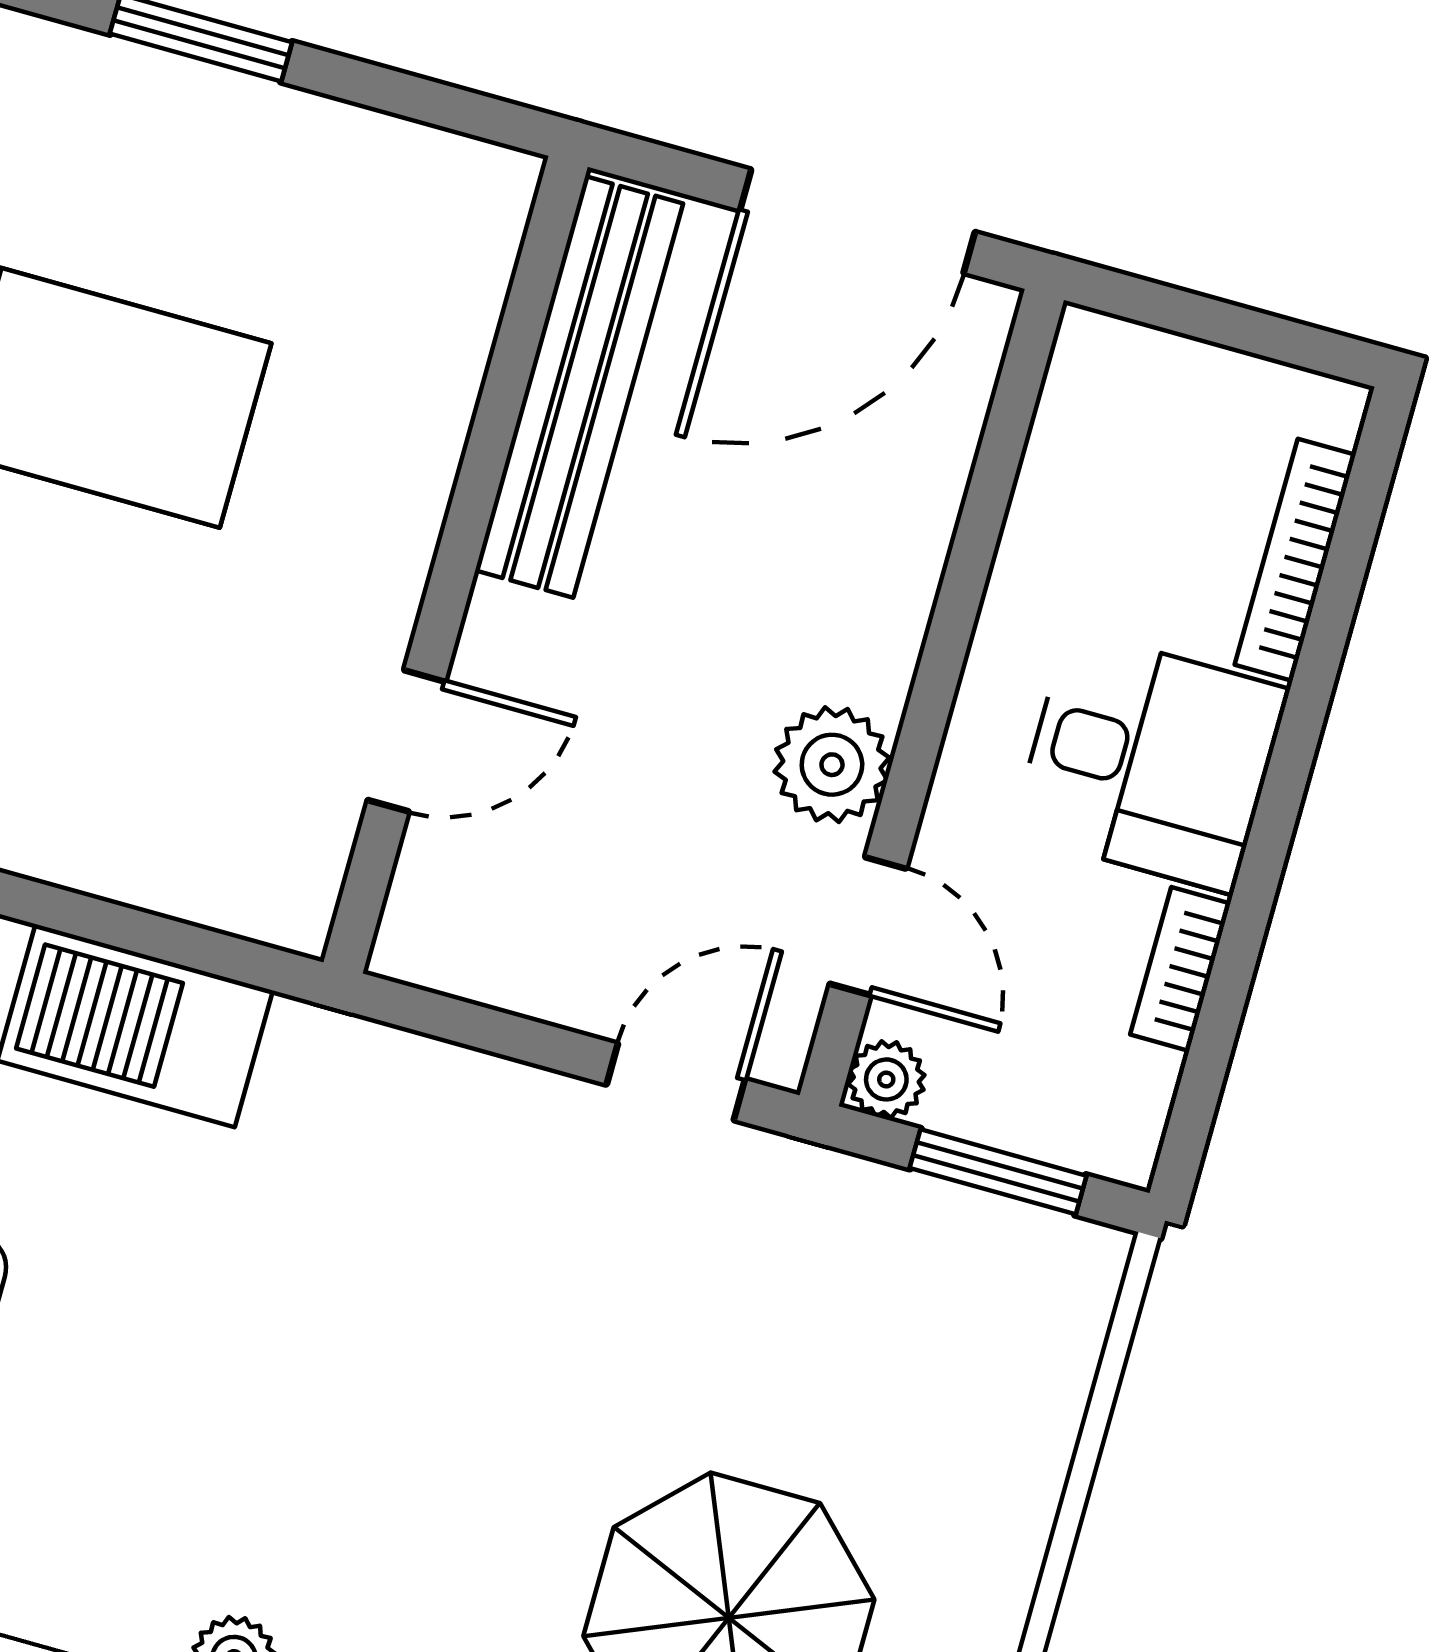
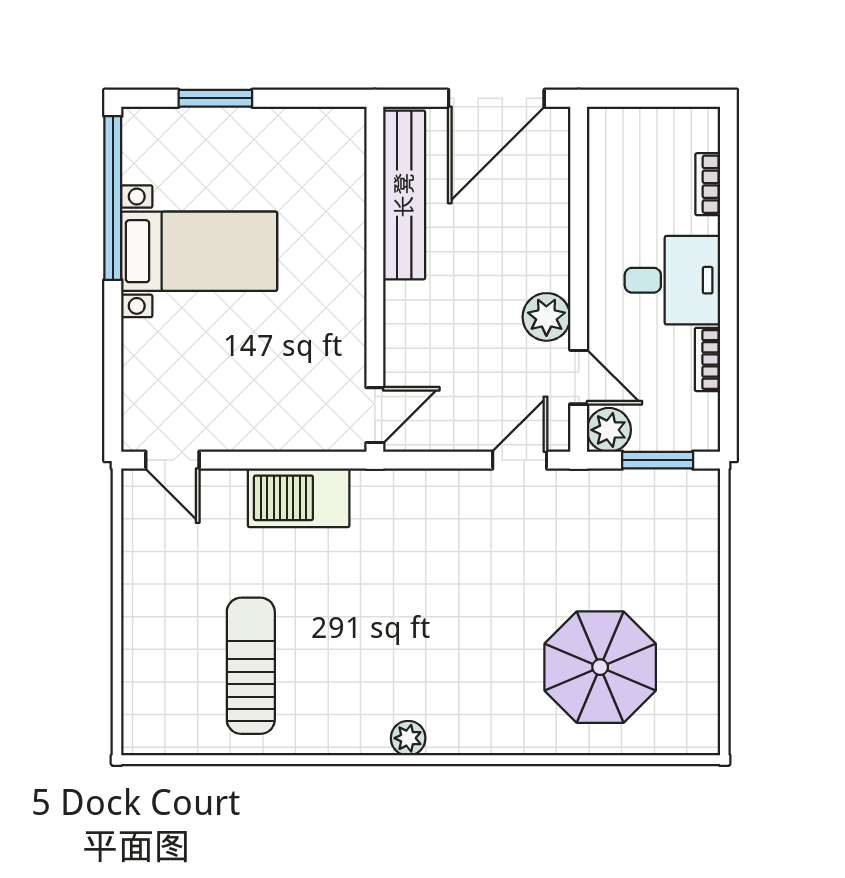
bookcase: (1295, 560) -> (708, 184), width x0.64
door: (406, 741) -> (375, 415), moved
plant: (886, 1079) -> (609, 430), width x1.38, depth x1.38

